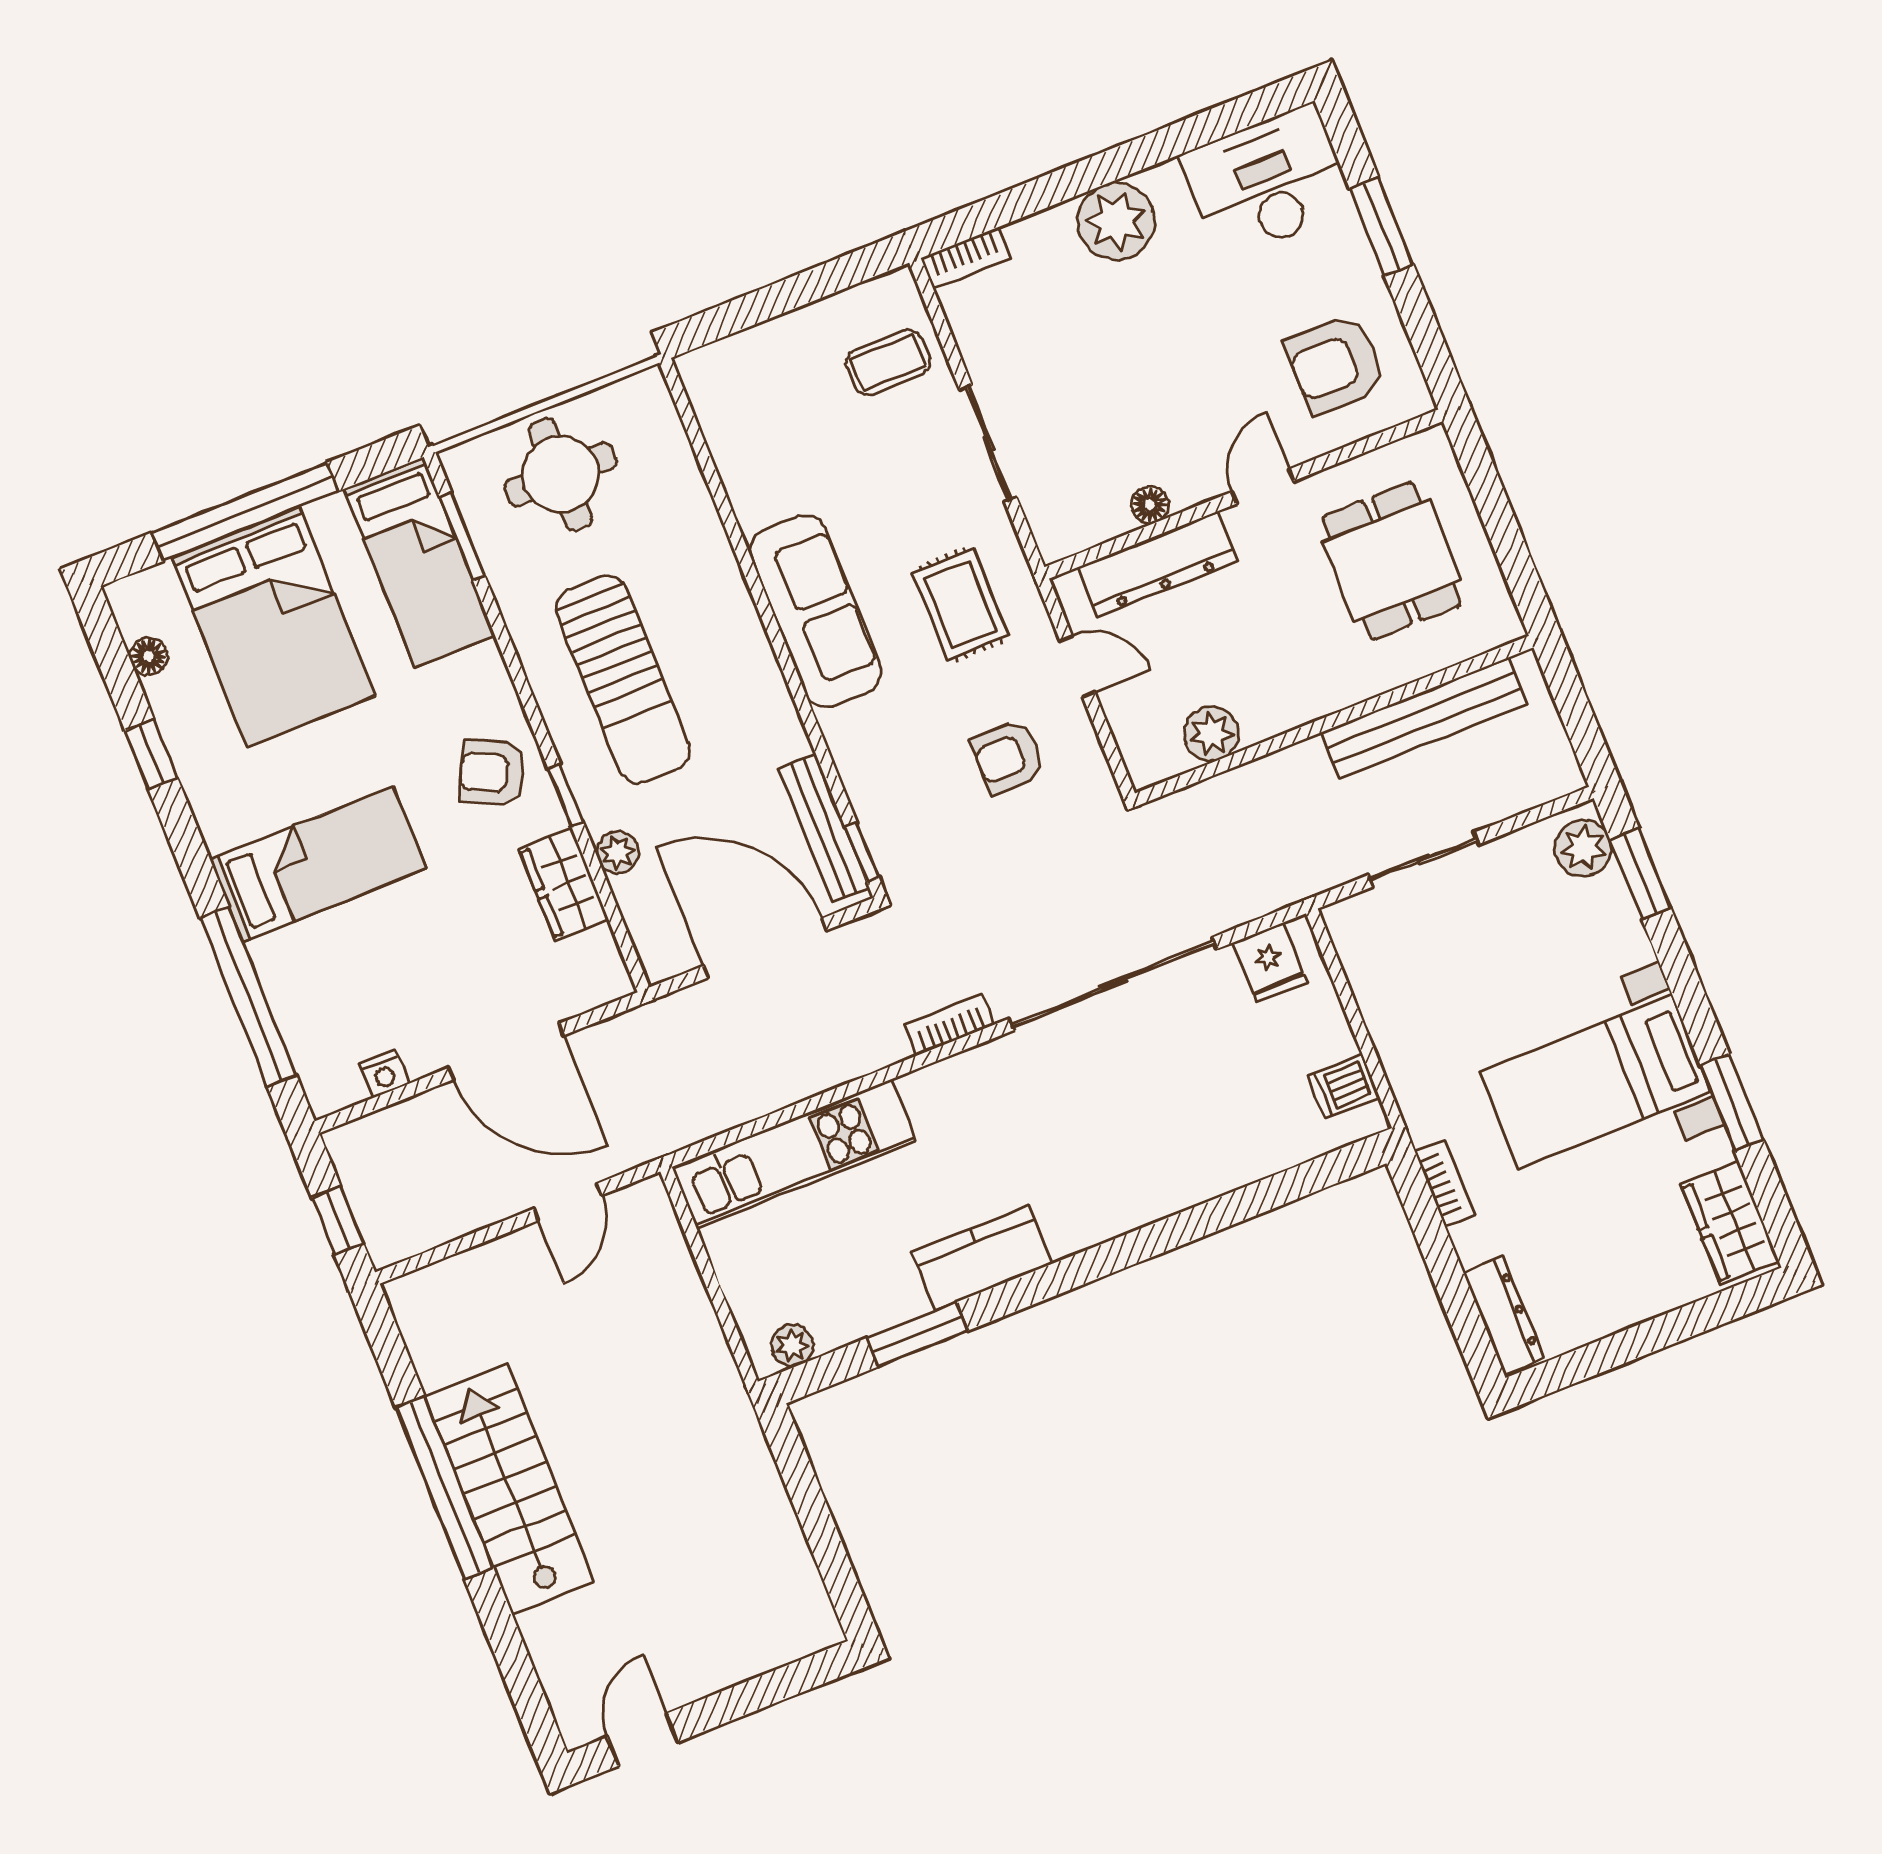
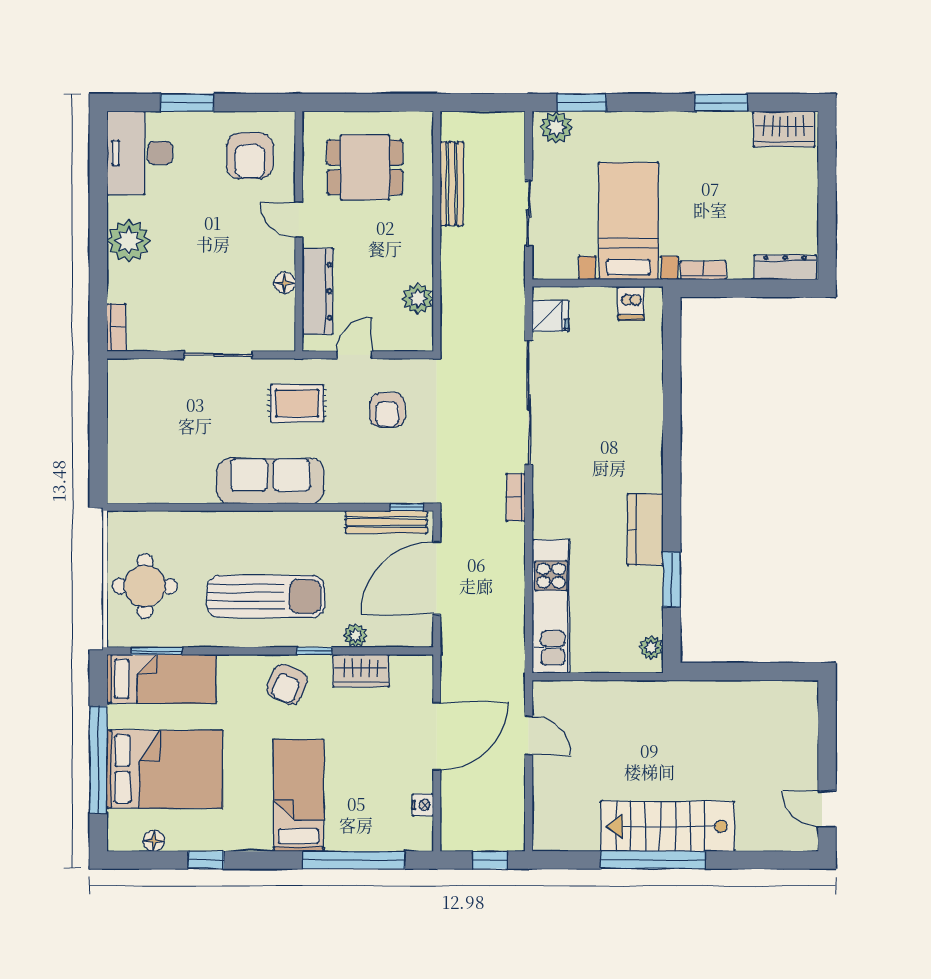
coffee table: (888, 362) -> (155, 390), removed
bench: (1424, 718) -> (452, 184), width x0.73, depth x0.82
bed with nightstands: (1596, 1081) -> (628, 221), moved, turned 180

